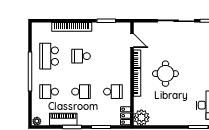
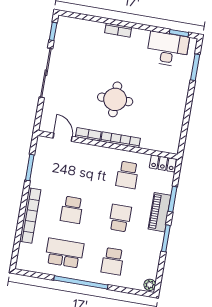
door: (132, 41) -> (63, 137), hinge flipped
school desk: (49, 56) -> (64, 253), turned 180
school desk: (113, 92) -> (127, 175), turned 180
plant: (141, 117) -> (169, 142), removed
piano: (63, 119) -> (160, 212), moved

